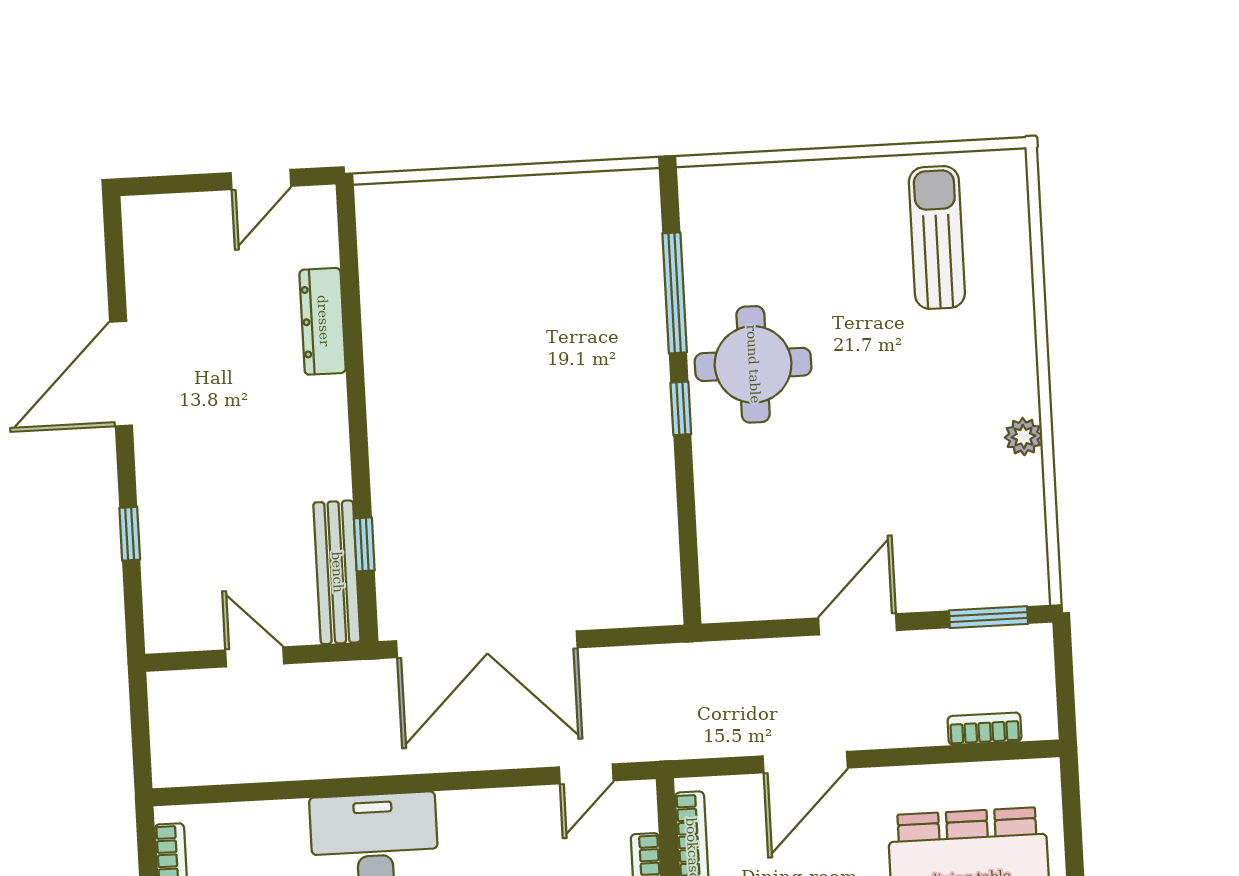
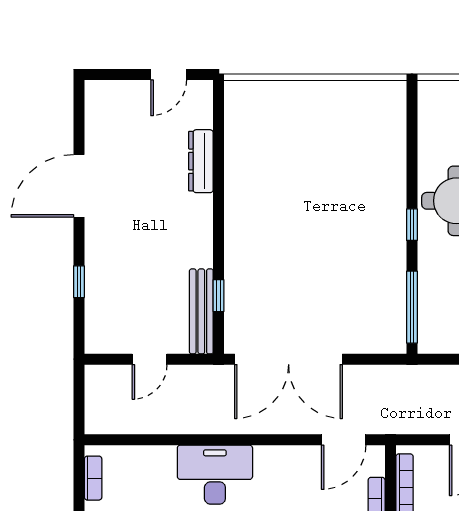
window: (675, 293) -> (412, 307), moved
door: (255, 657) -> (150, 359), swing flipped
door: (586, 774) -> (344, 440), width x1.38

